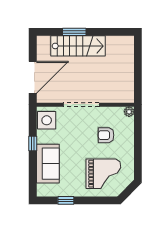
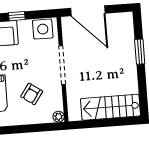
stairs: (78, 46) -> (110, 107), moved, turned 90
armchair: (106, 135) -> (32, 94), turned -145

